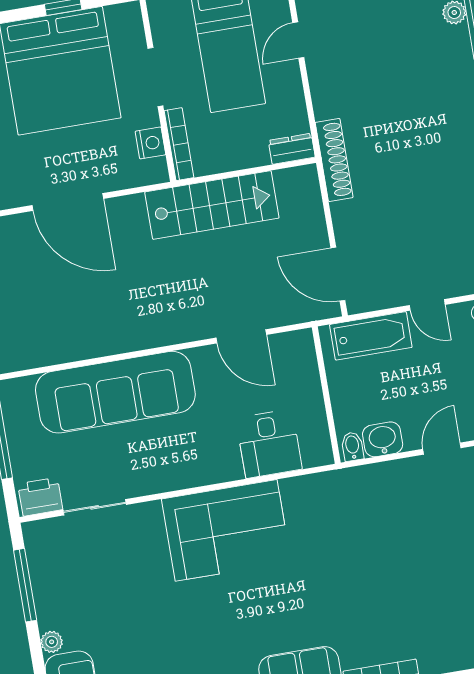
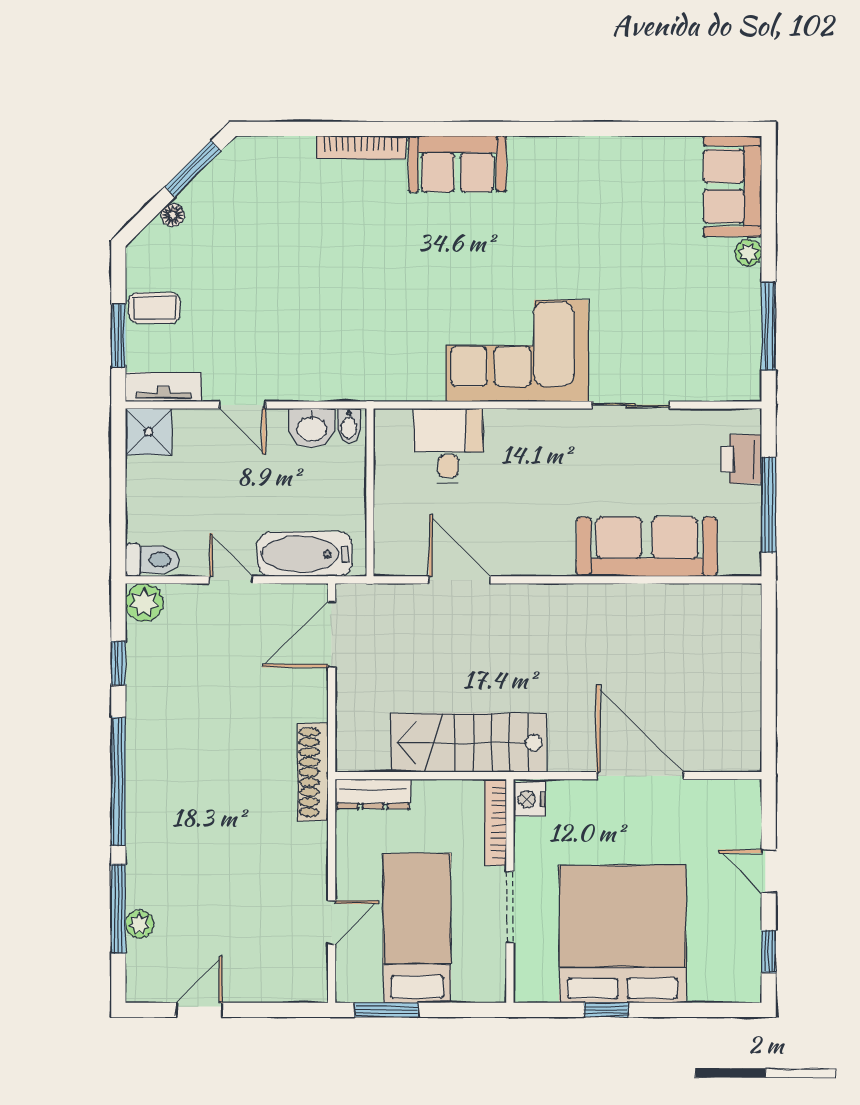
nightstand: (150, 143) -> (529, 799), moved
dresser: (292, 149) -> (373, 794), width x1.44
door: (338, 274) -> (332, 635), swing flipped
sofa: (115, 392) -> (647, 547), width x0.74, depth x0.79
door: (442, 449) -> (242, 405), hinge flipped
printer: (40, 497) -> (741, 459), moved, turned 90
sliding door: (95, 507) -> (631, 405), moved

